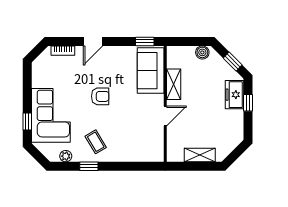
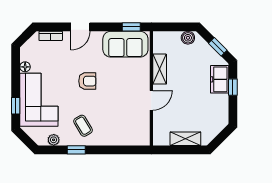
sofa: (151, 71) -> (125, 44), moved, turned -90
floor lamp: (37, 82) -> (25, 67), added

